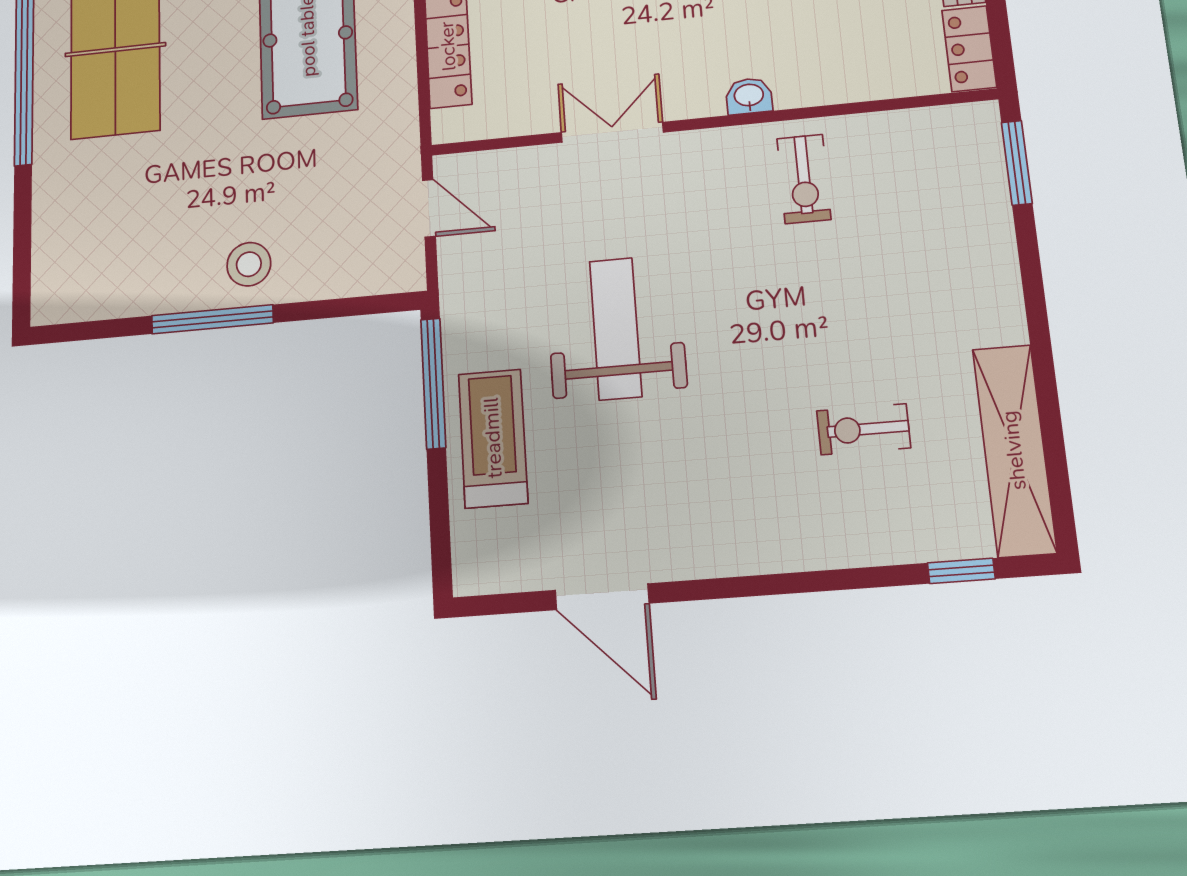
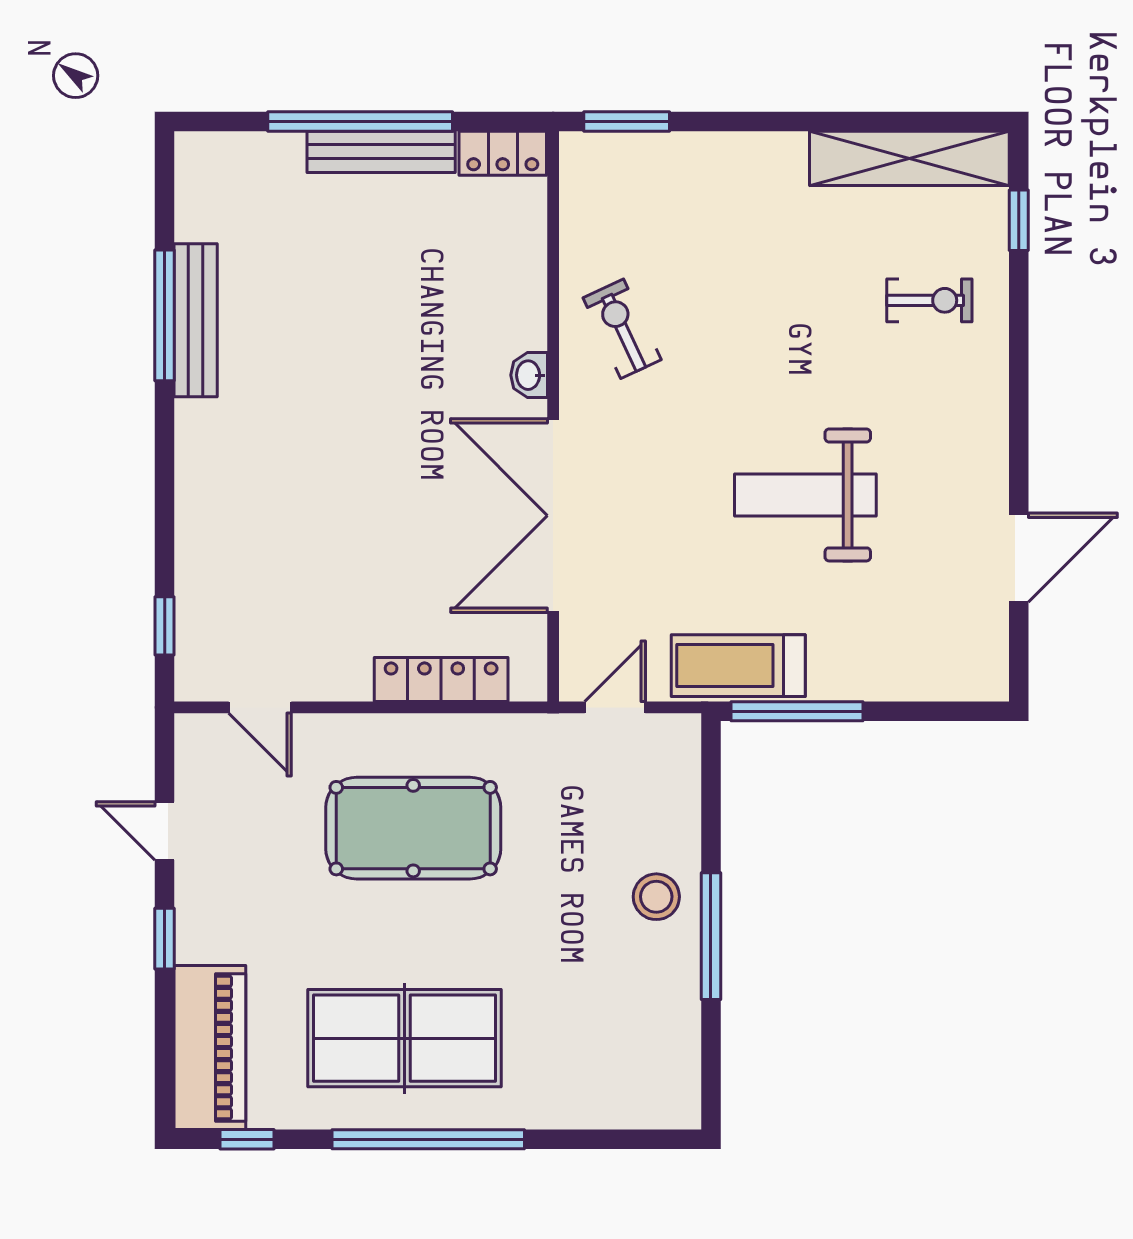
double door: (612, 132) -> (553, 516), width x1.87
exercise bike: (804, 179) -> (622, 329), turned -115
weight bench: (616, 329) -> (805, 495), moved
exercise bike: (864, 429) -> (929, 300), moved, turned -90
treadmill: (493, 438) -> (738, 666), moved

